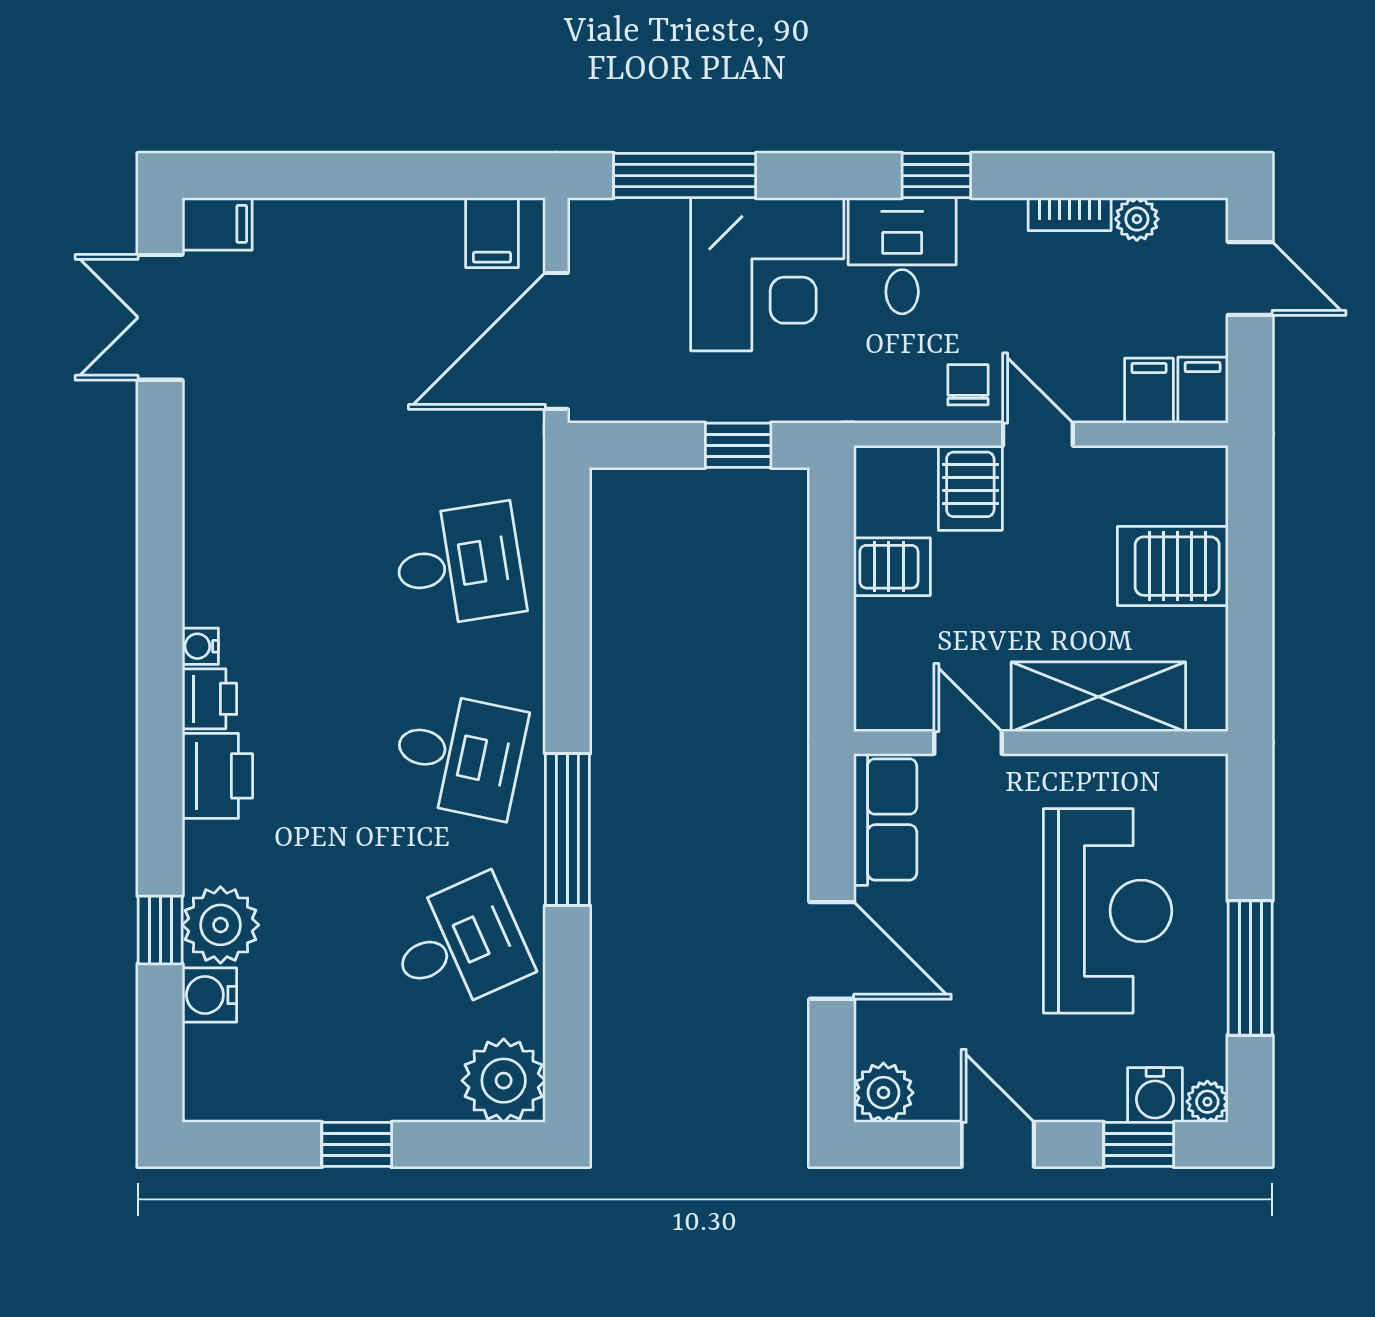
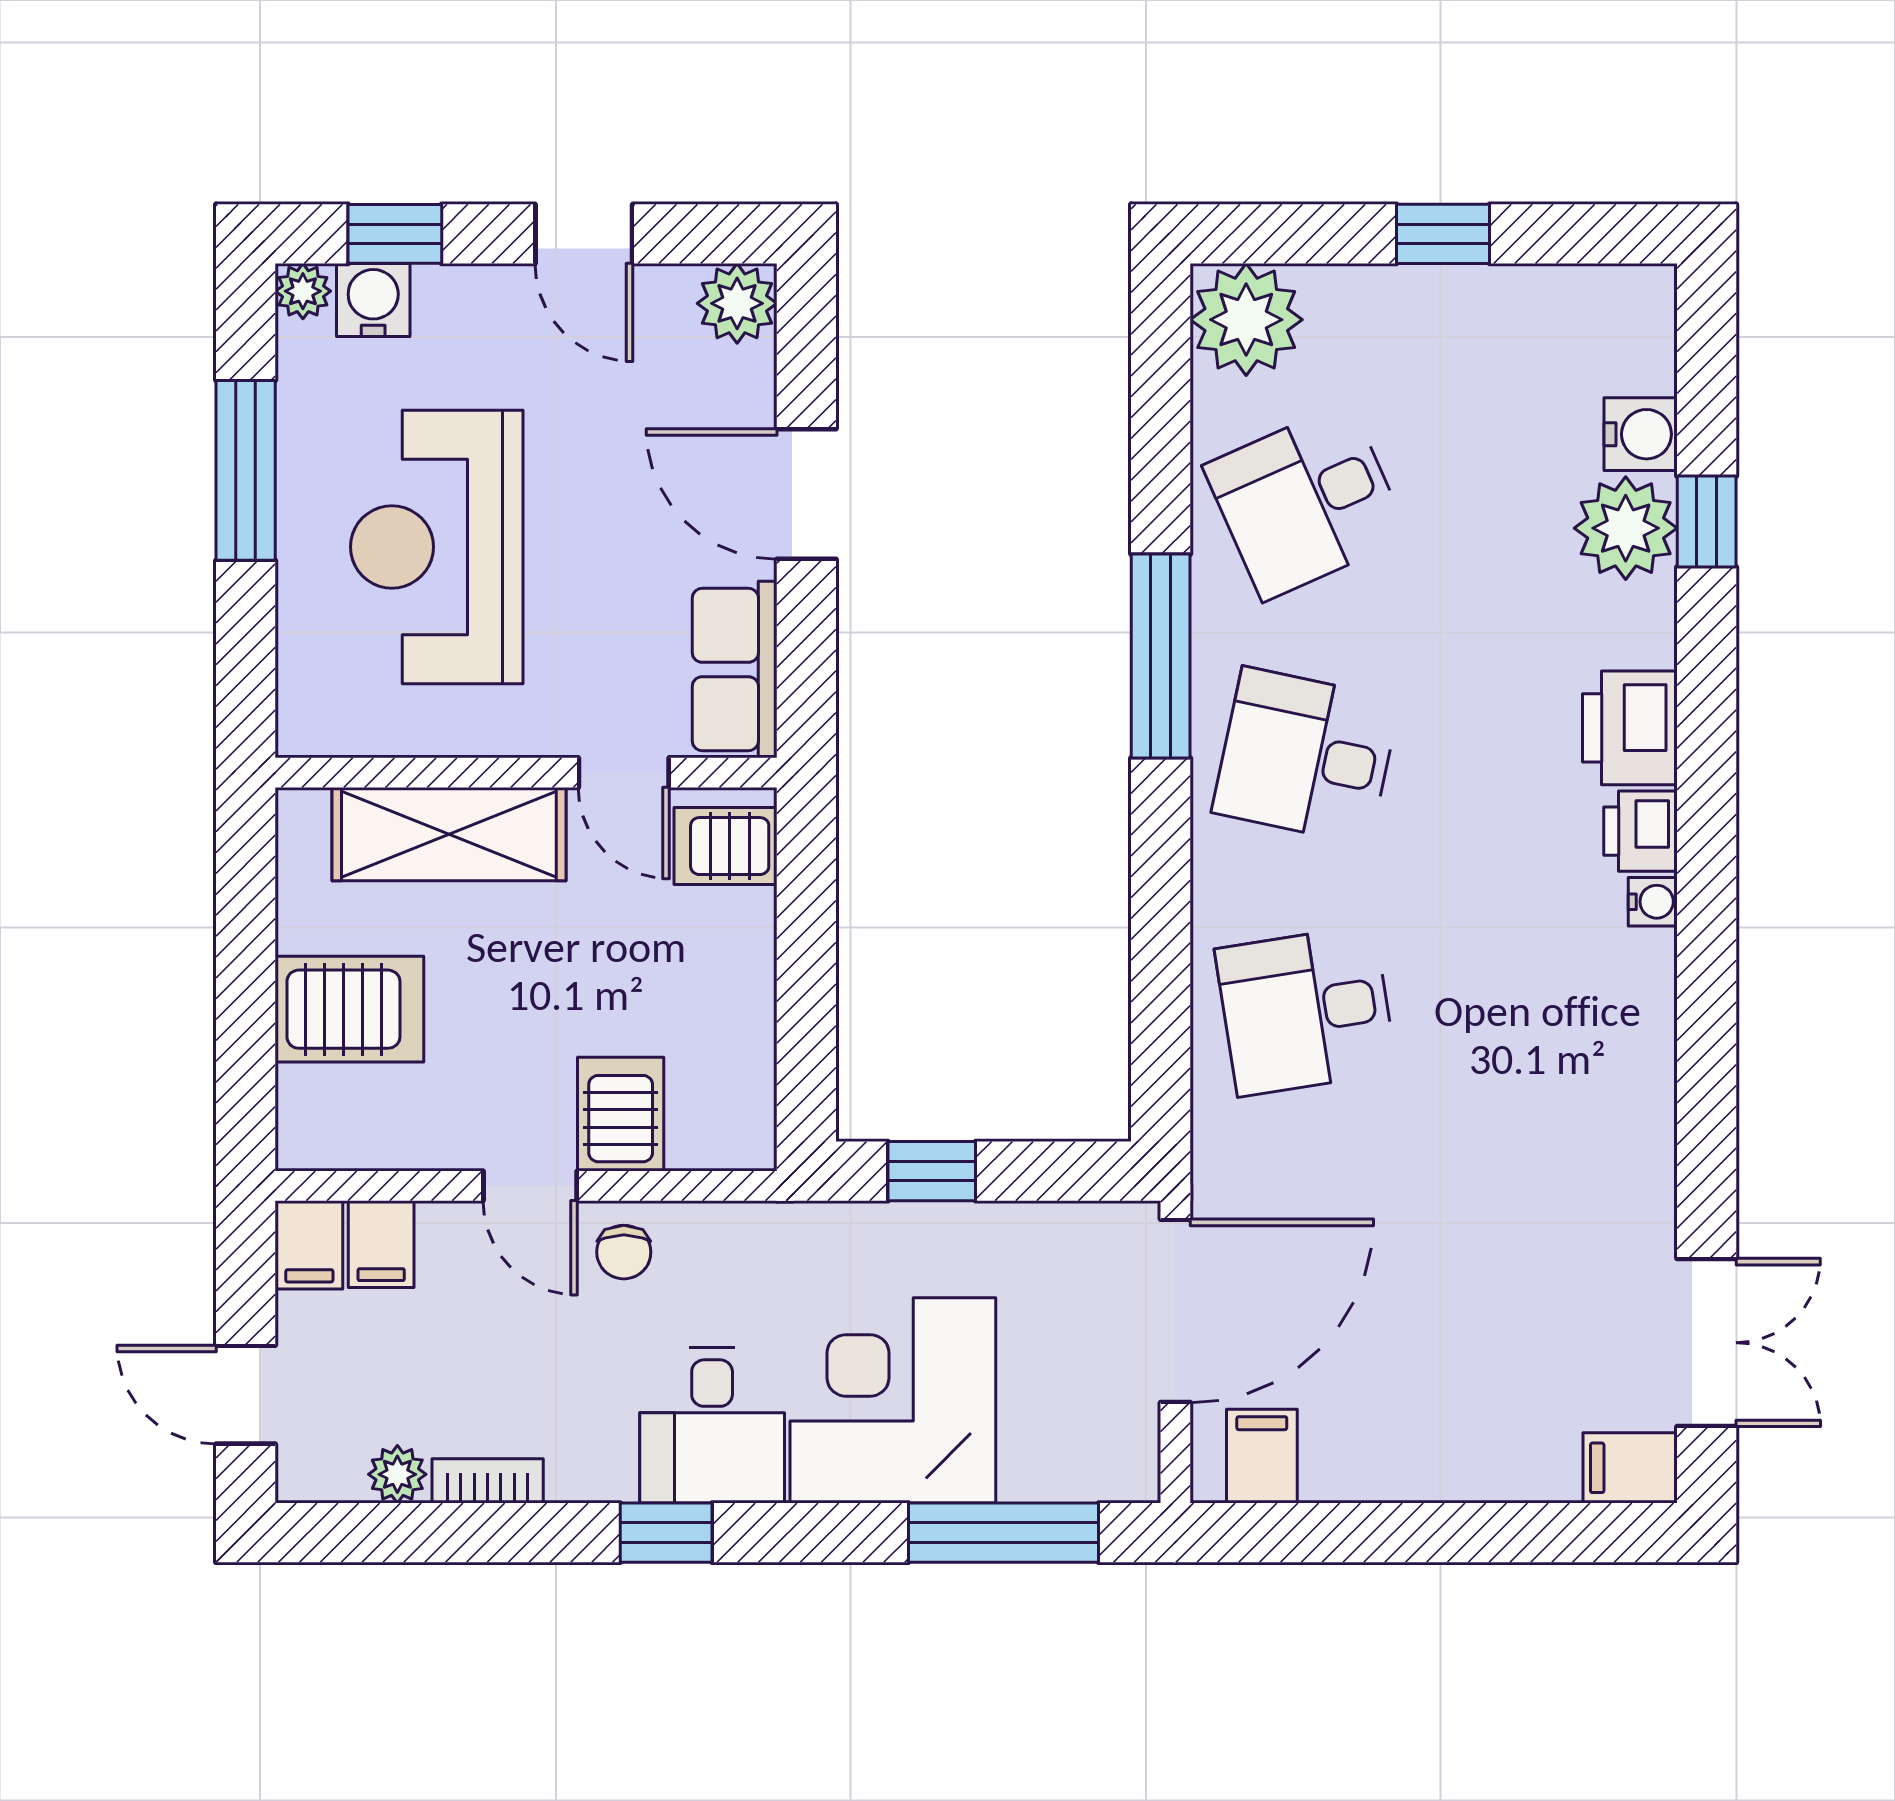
server rack: (892, 567) -> (726, 846), moved

